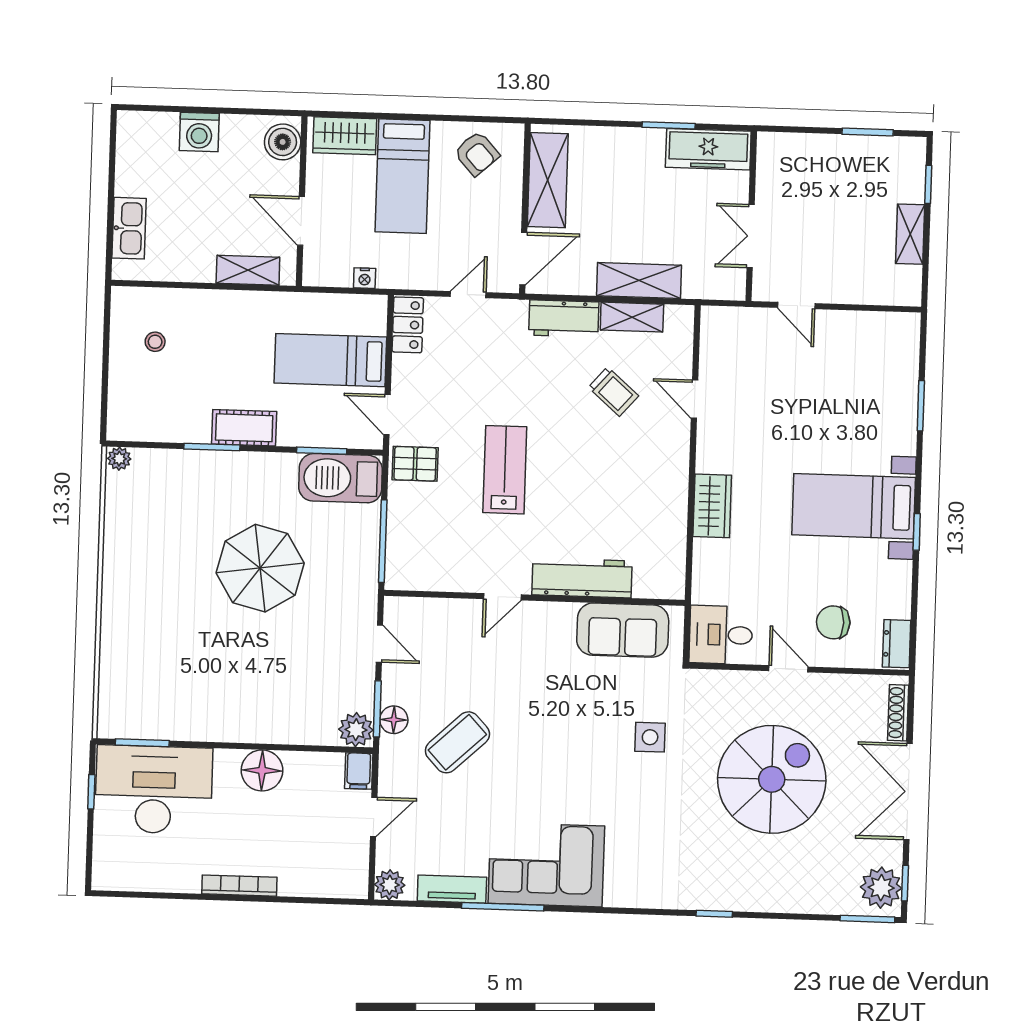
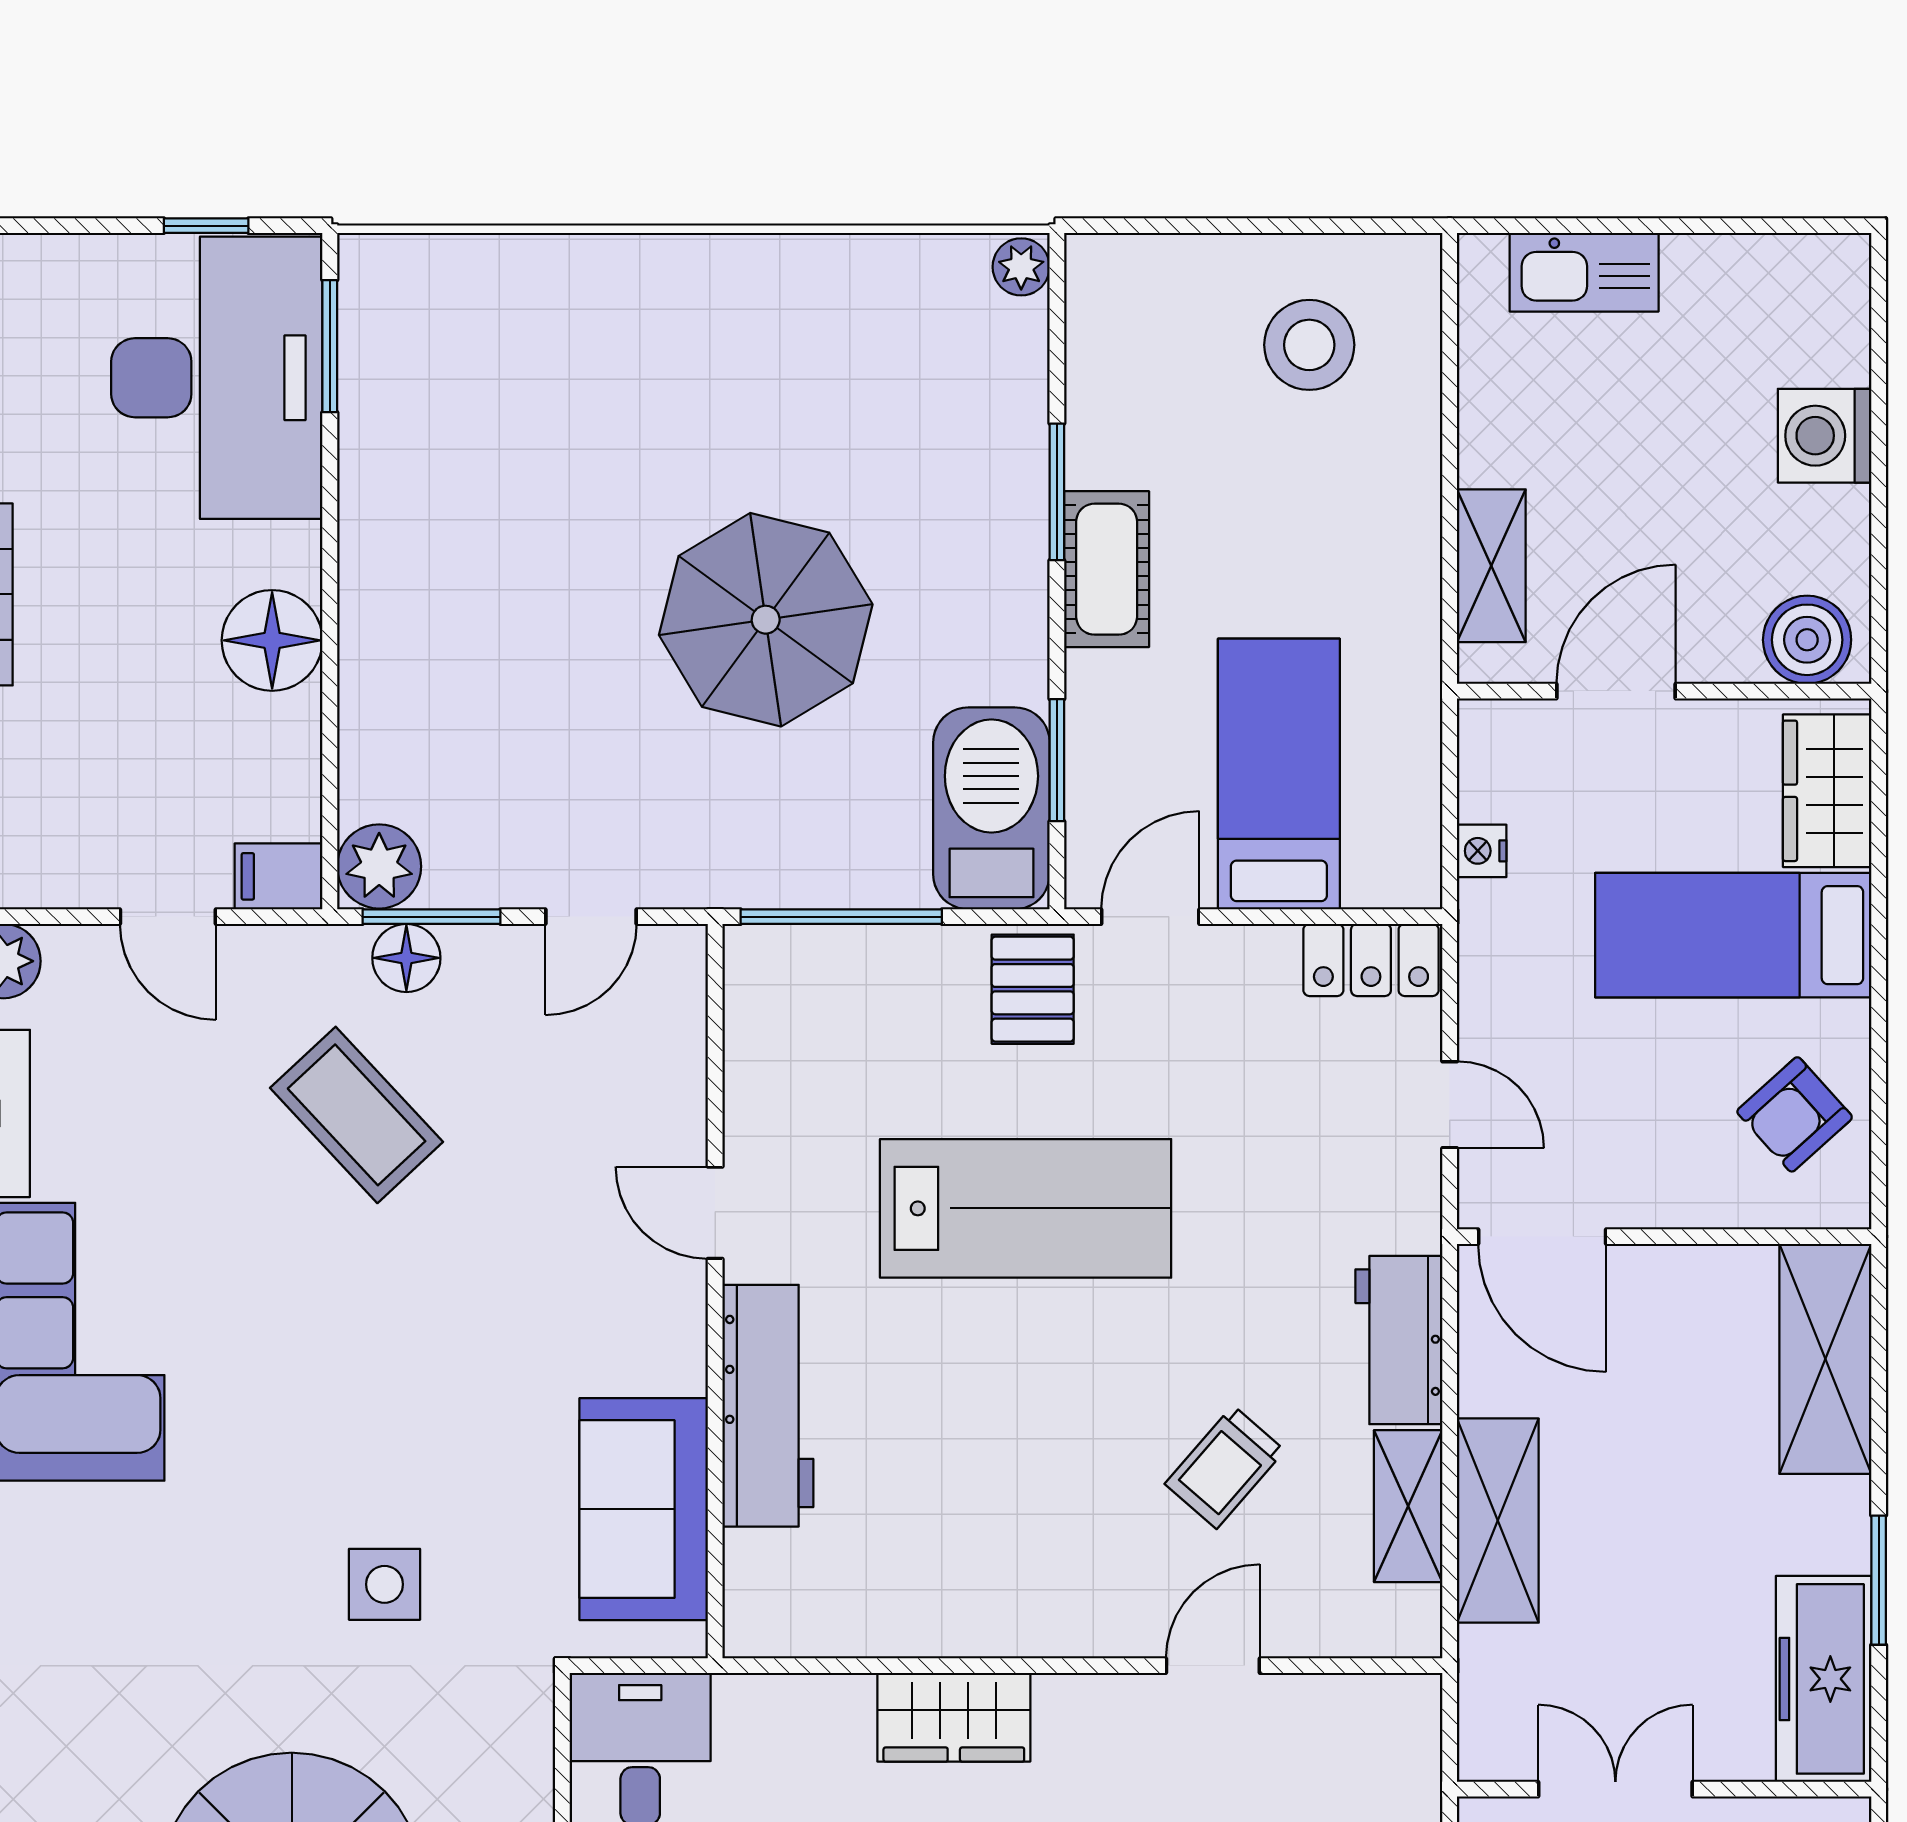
shelving: (548, 180) -> (1825, 1359), moved, turned 90
stool: (155, 342) -> (1309, 345), width x1.89, depth x1.89
lab bench: (505, 470) -> (1026, 1208), width x1.36, depth x1.39

